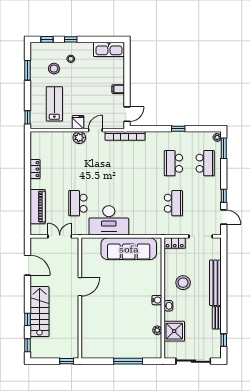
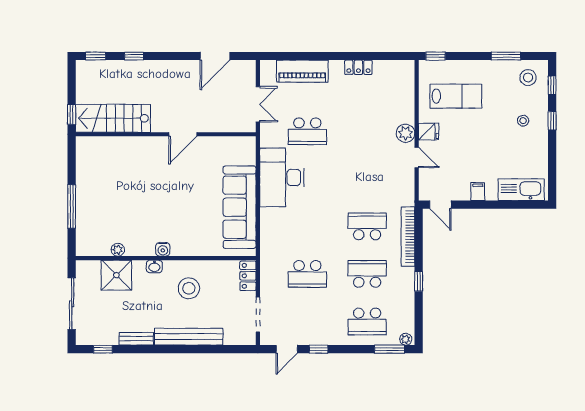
kitchen sink: (109, 49) -> (521, 190), moved, turned 90
stool: (54, 69) -> (528, 78), moved
bookcase: (125, 136) -> (408, 237), moved
school desk: (142, 163) -> (367, 226), added
school desk: (78, 203) -> (307, 131), turned 180
door: (80, 287) -> (183, 134), hinge flipped
stairs: (40, 312) -> (113, 118), moved, turned 180

